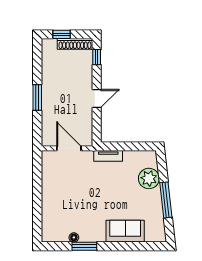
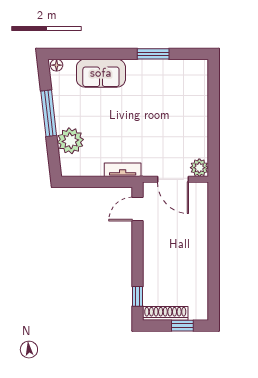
window: (37, 98) -> (214, 245), removed
door: (97, 99) -> (137, 209), moved
plant: (48, 158) -> (199, 168), added
floor lamp: (74, 237) -> (57, 65), moved

